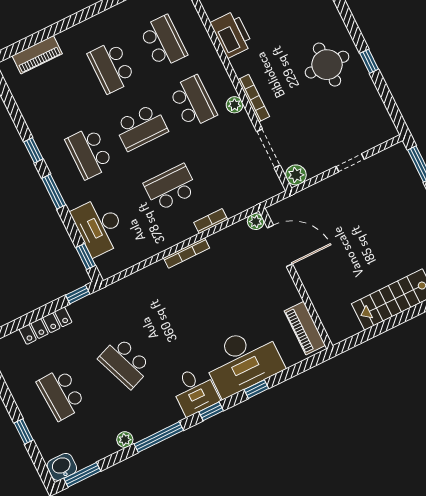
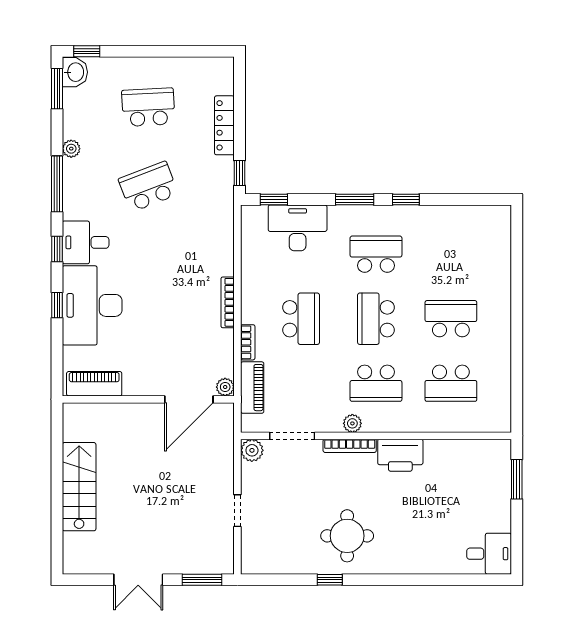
printer: (232, 34) -> (400, 455), moved
piano: (37, 55) -> (252, 388), moved, turned 180
window: (24, 431) -> (87, 51), moved

